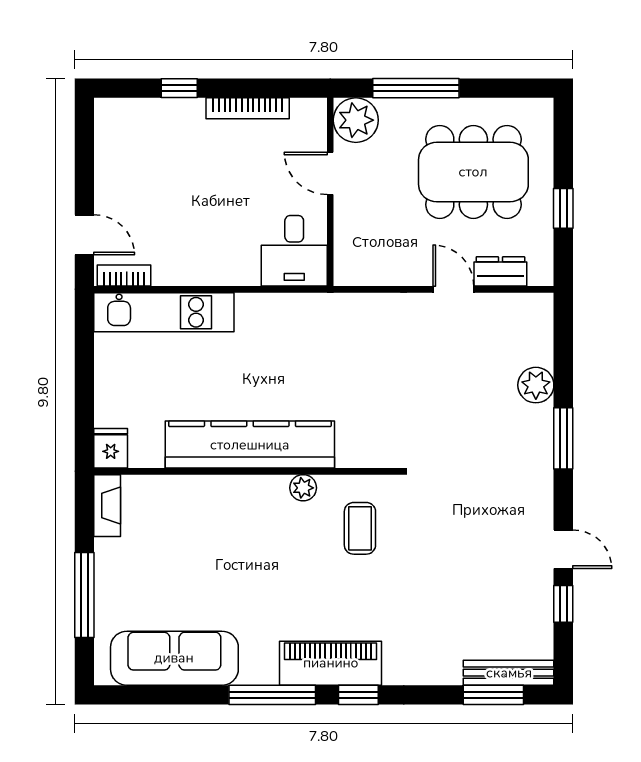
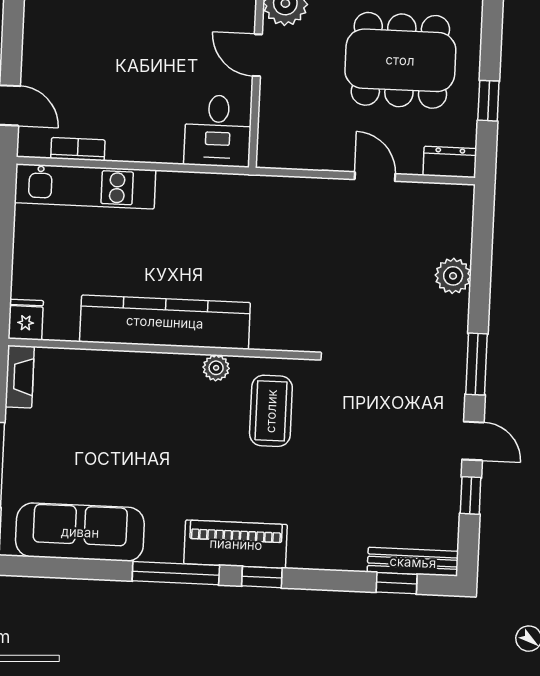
dresser: (500, 271) -> (450, 162), moved
bookcase: (124, 275) -> (78, 149), moved
window: (563, 438) -> (476, 364), moved
coffee table: (360, 528) -> (271, 411), width x1.36, depth x1.30
window: (493, 695) -> (397, 583), width x0.67

